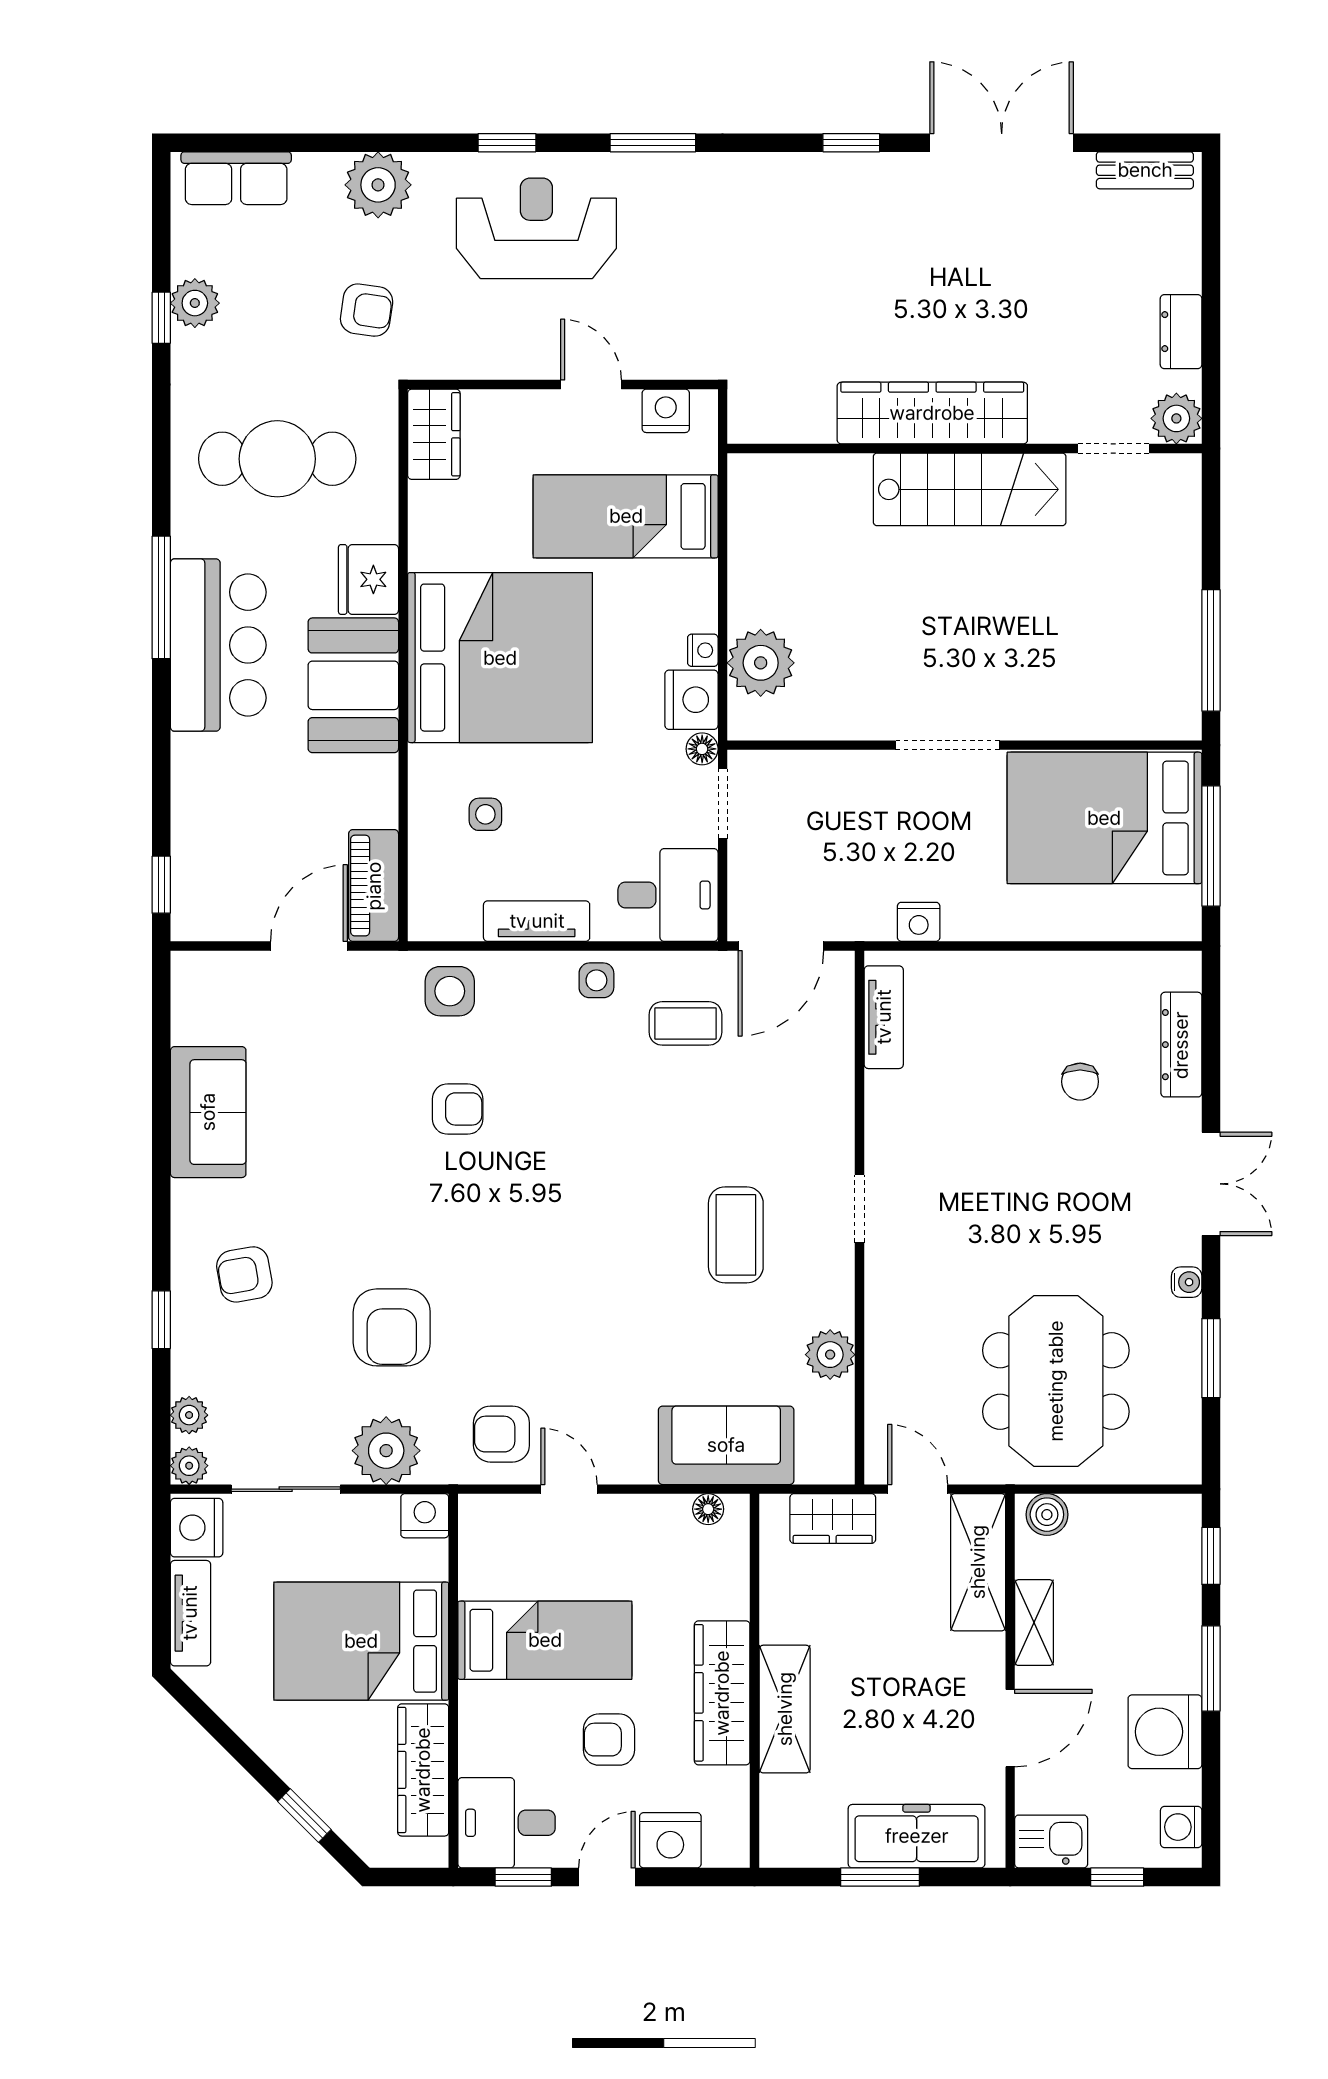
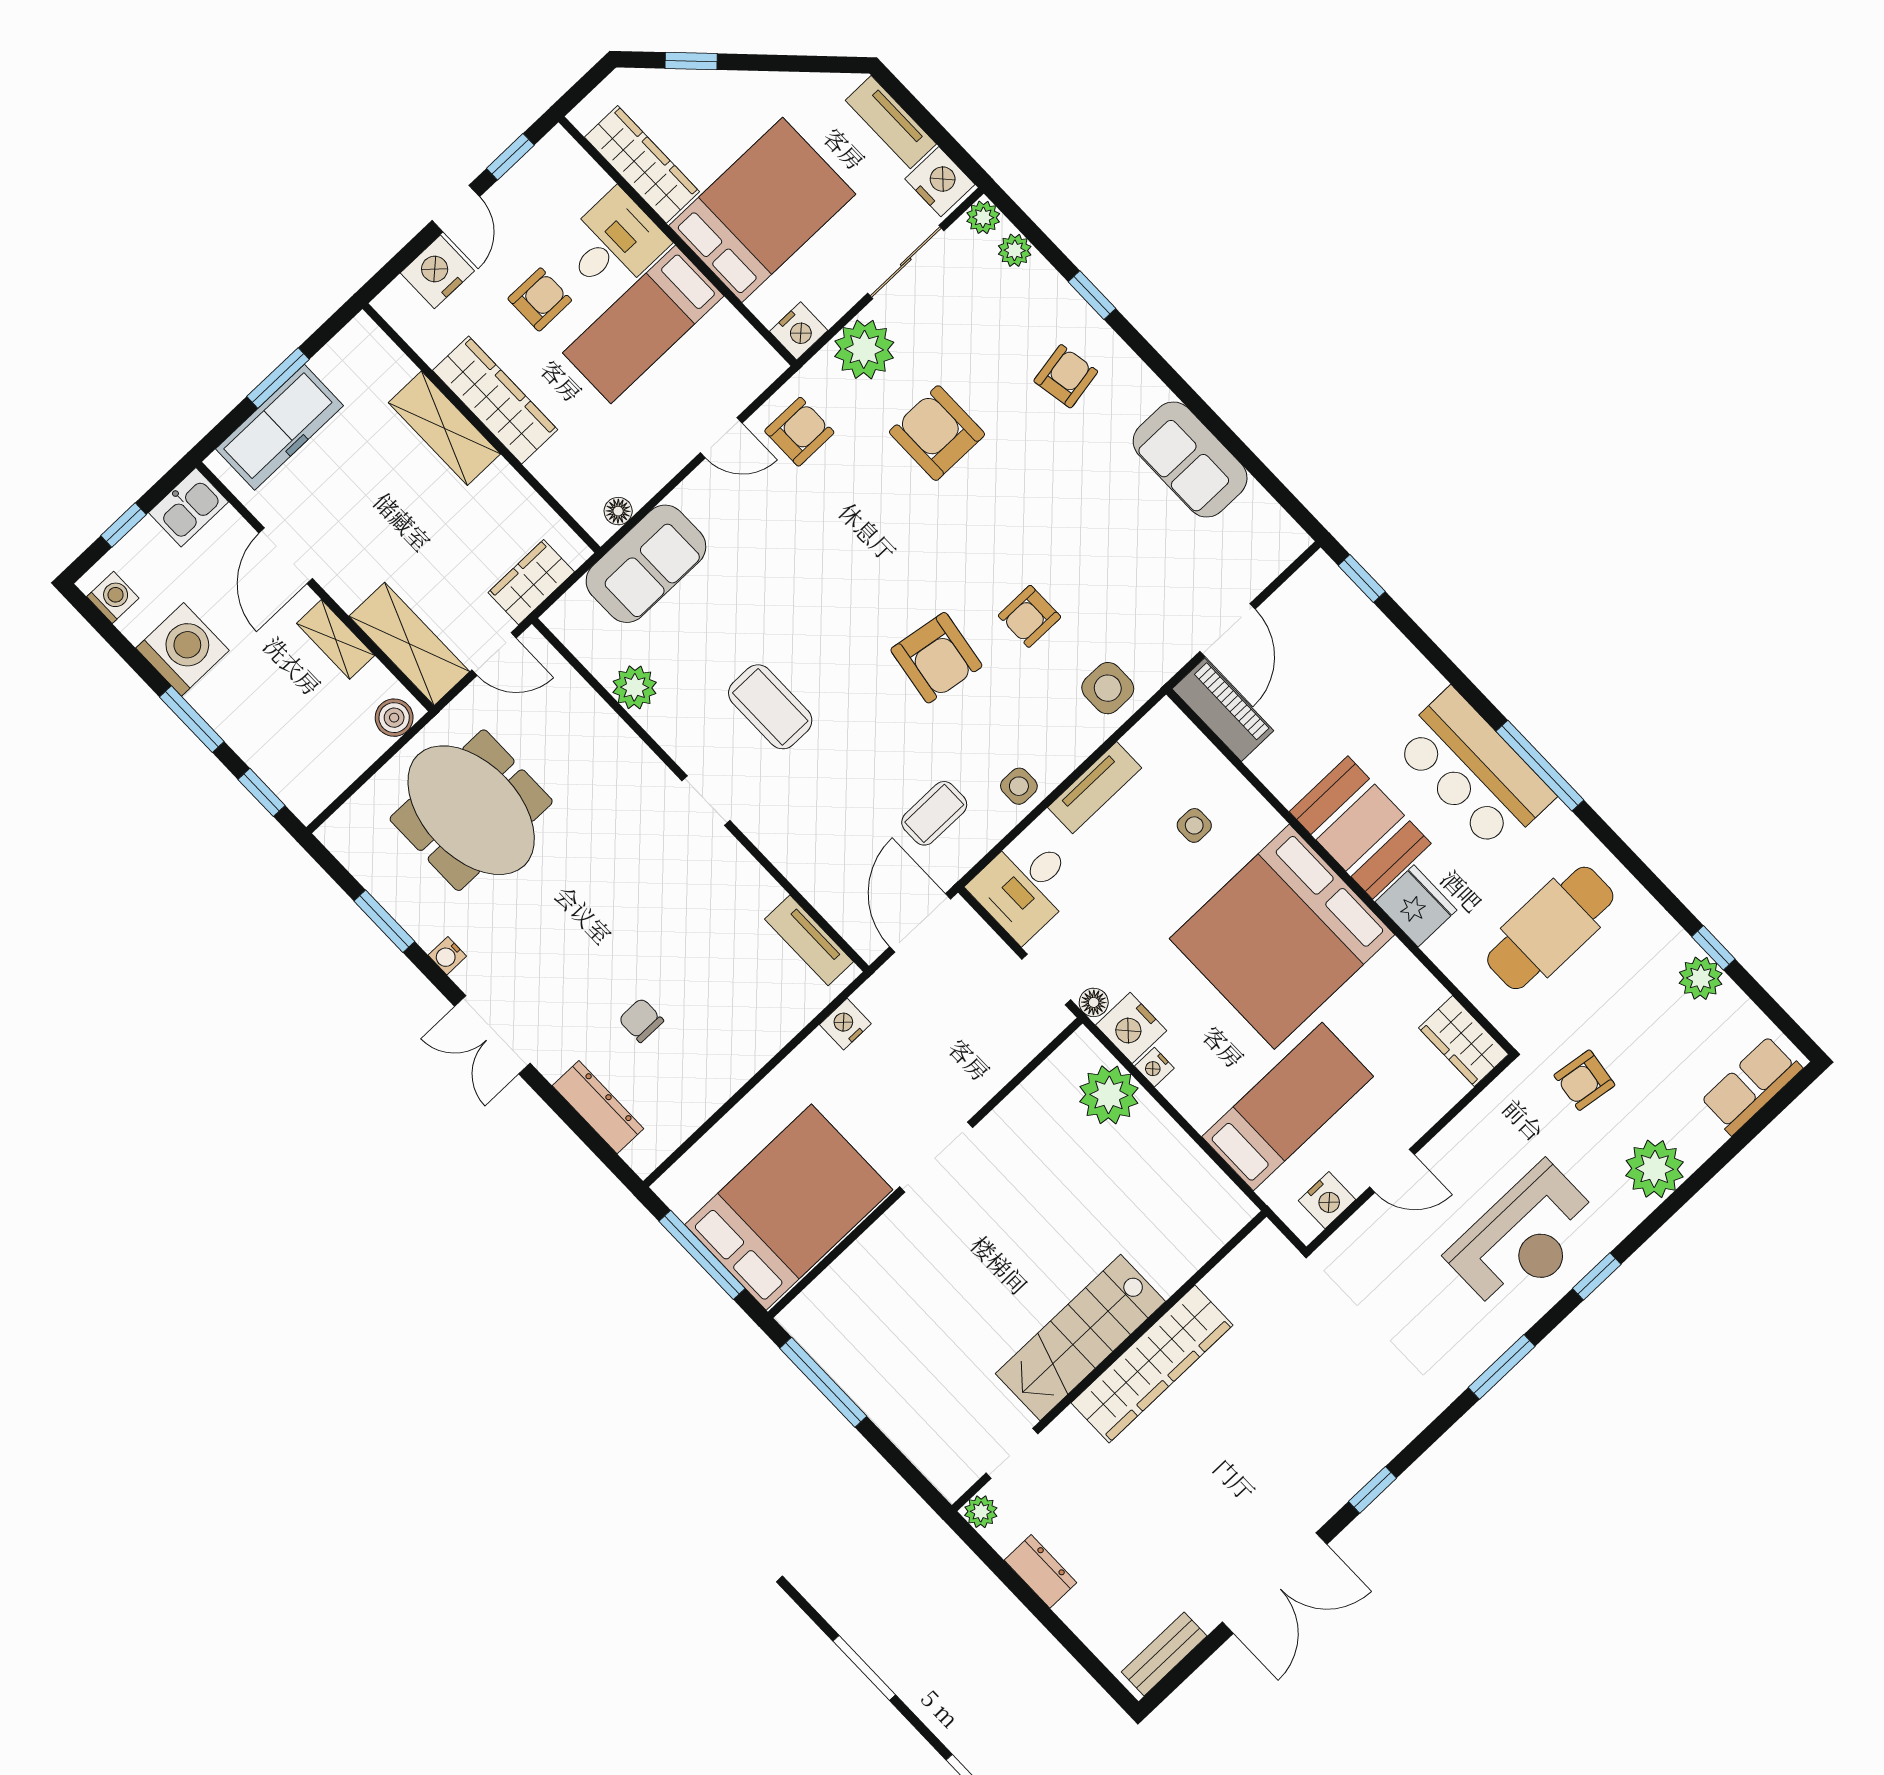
plant: (1176, 418) -> (981, 1512), width x0.73, depth x0.73
armchair: (564, 1147) -> (936, 658), added
desk: (507, 1823) -> (614, 243), moved

